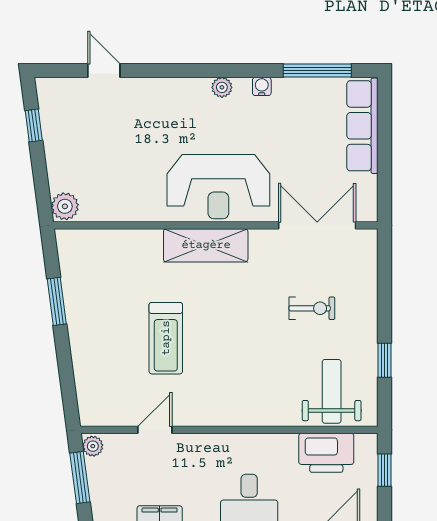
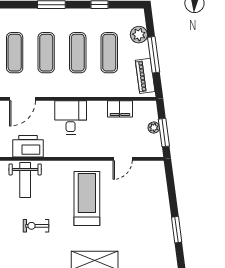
treadmill: (166, 338) -> (87, 198), moved, width x1.37, depth x1.38
plant: (93, 446) -> (154, 128), moved

